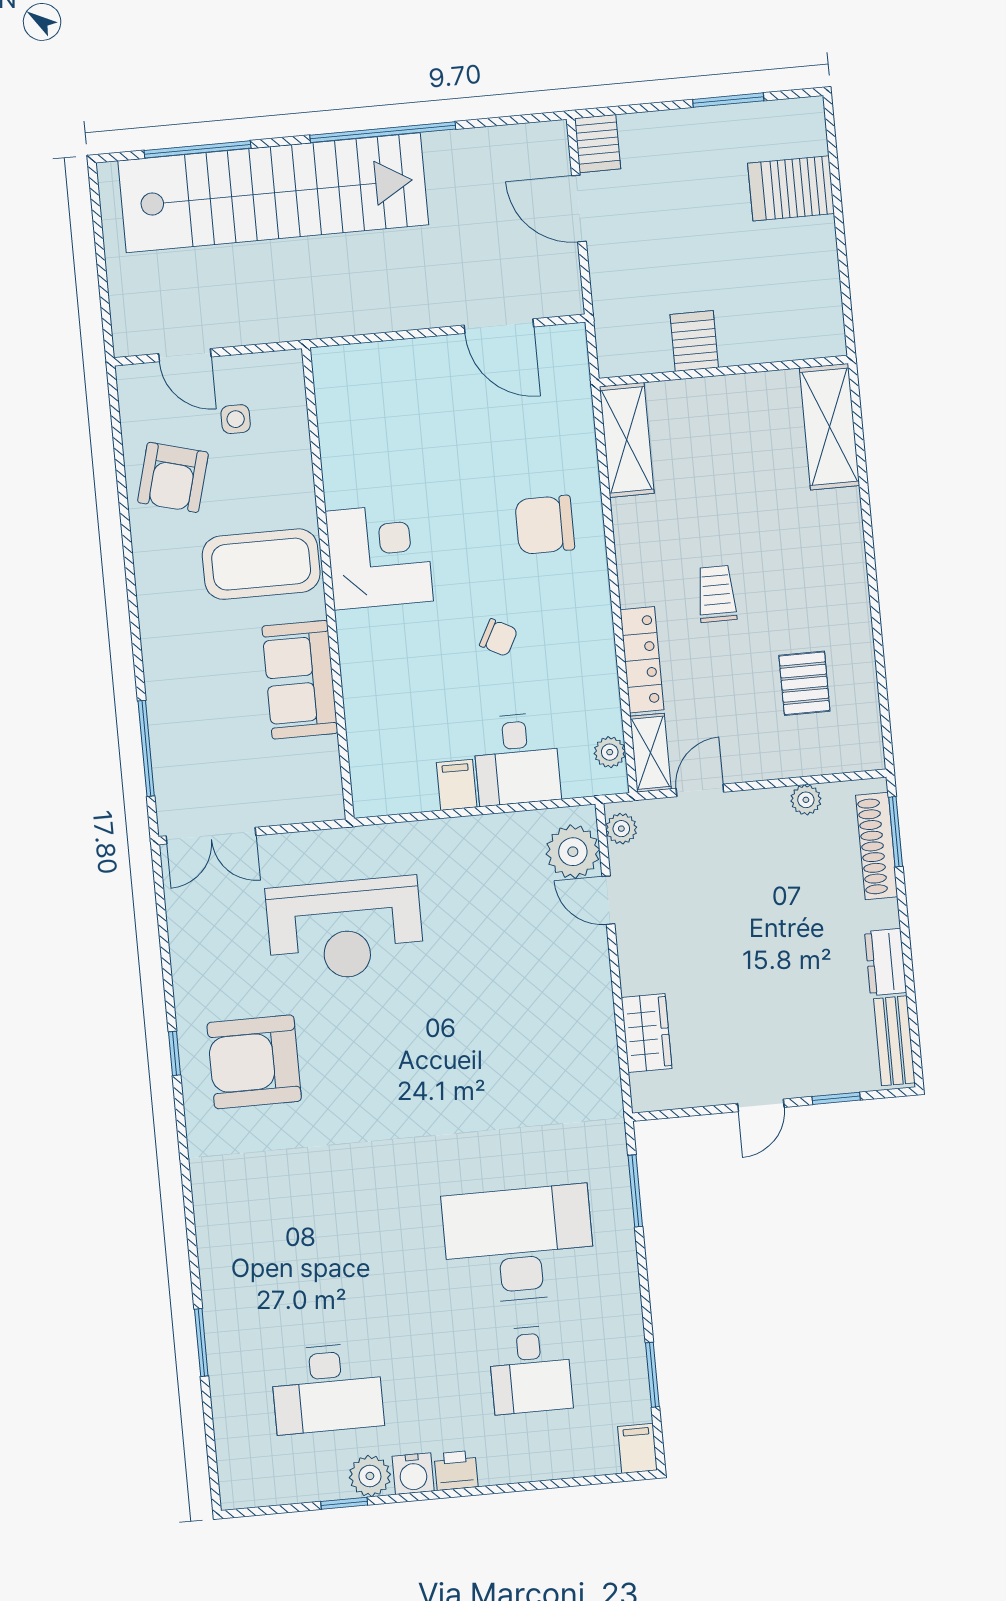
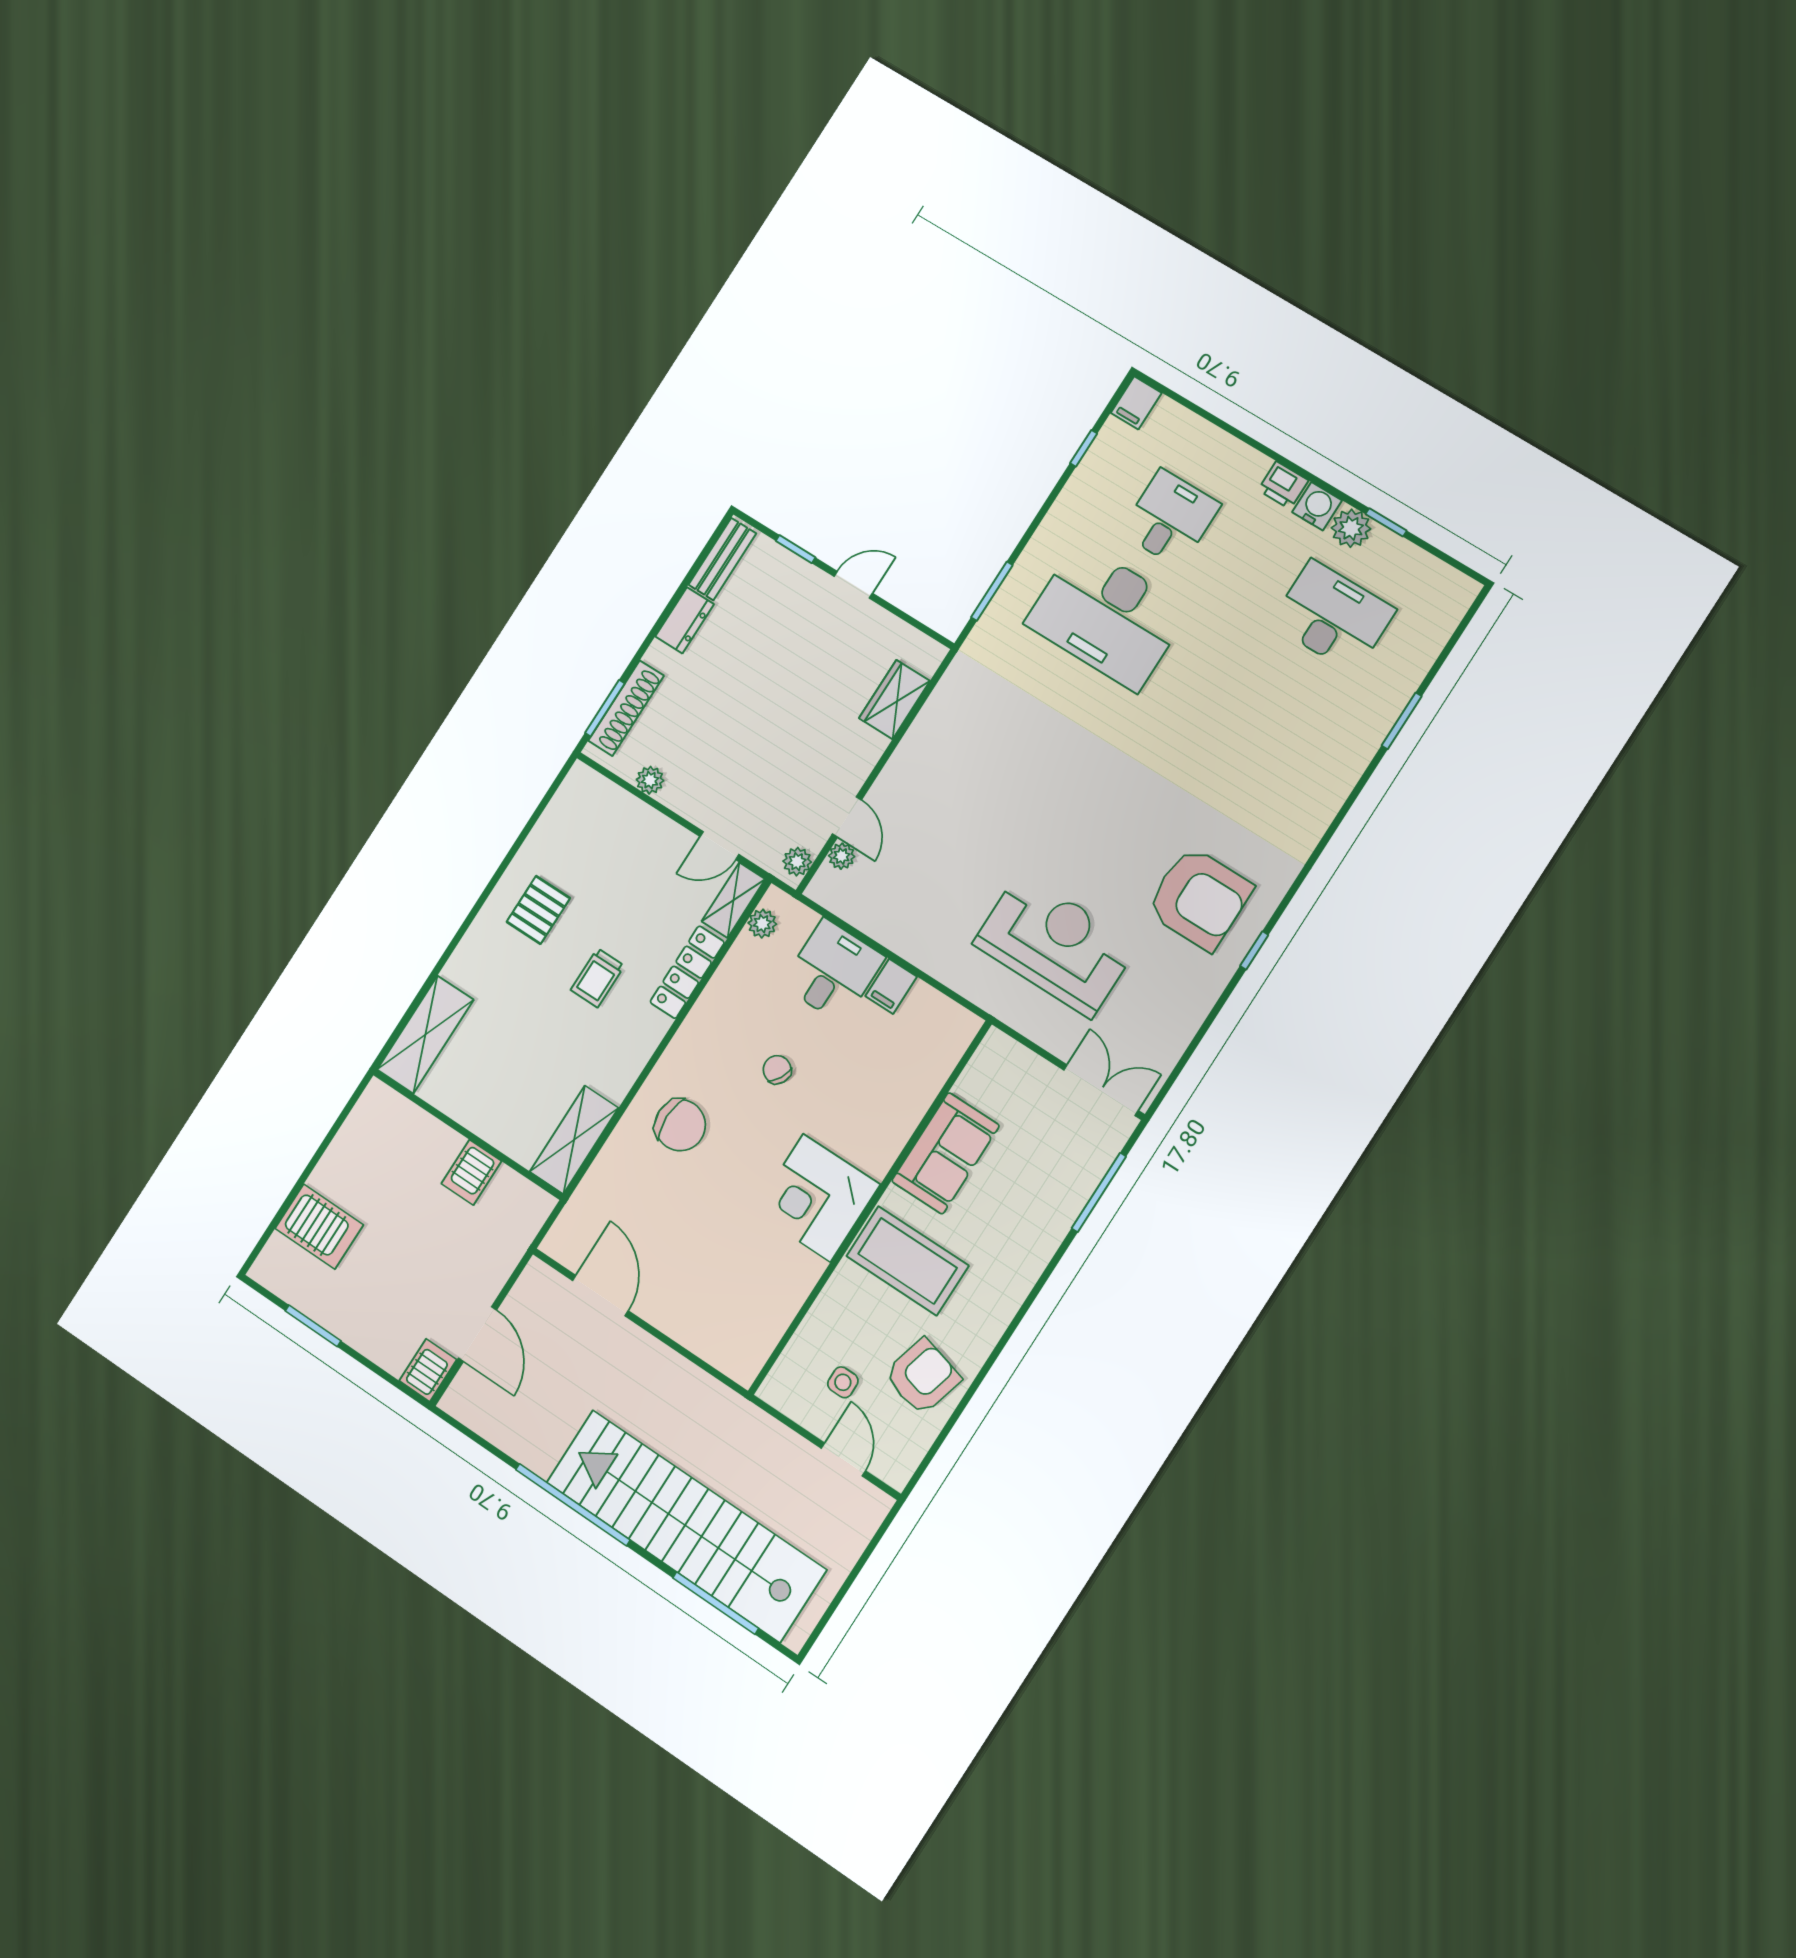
pallet: (804, 683) -> (538, 910), moved
plant: (573, 852) -> (842, 856), width x0.53, depth x0.53
window: (652, 1375) -> (1084, 448), width x0.67

